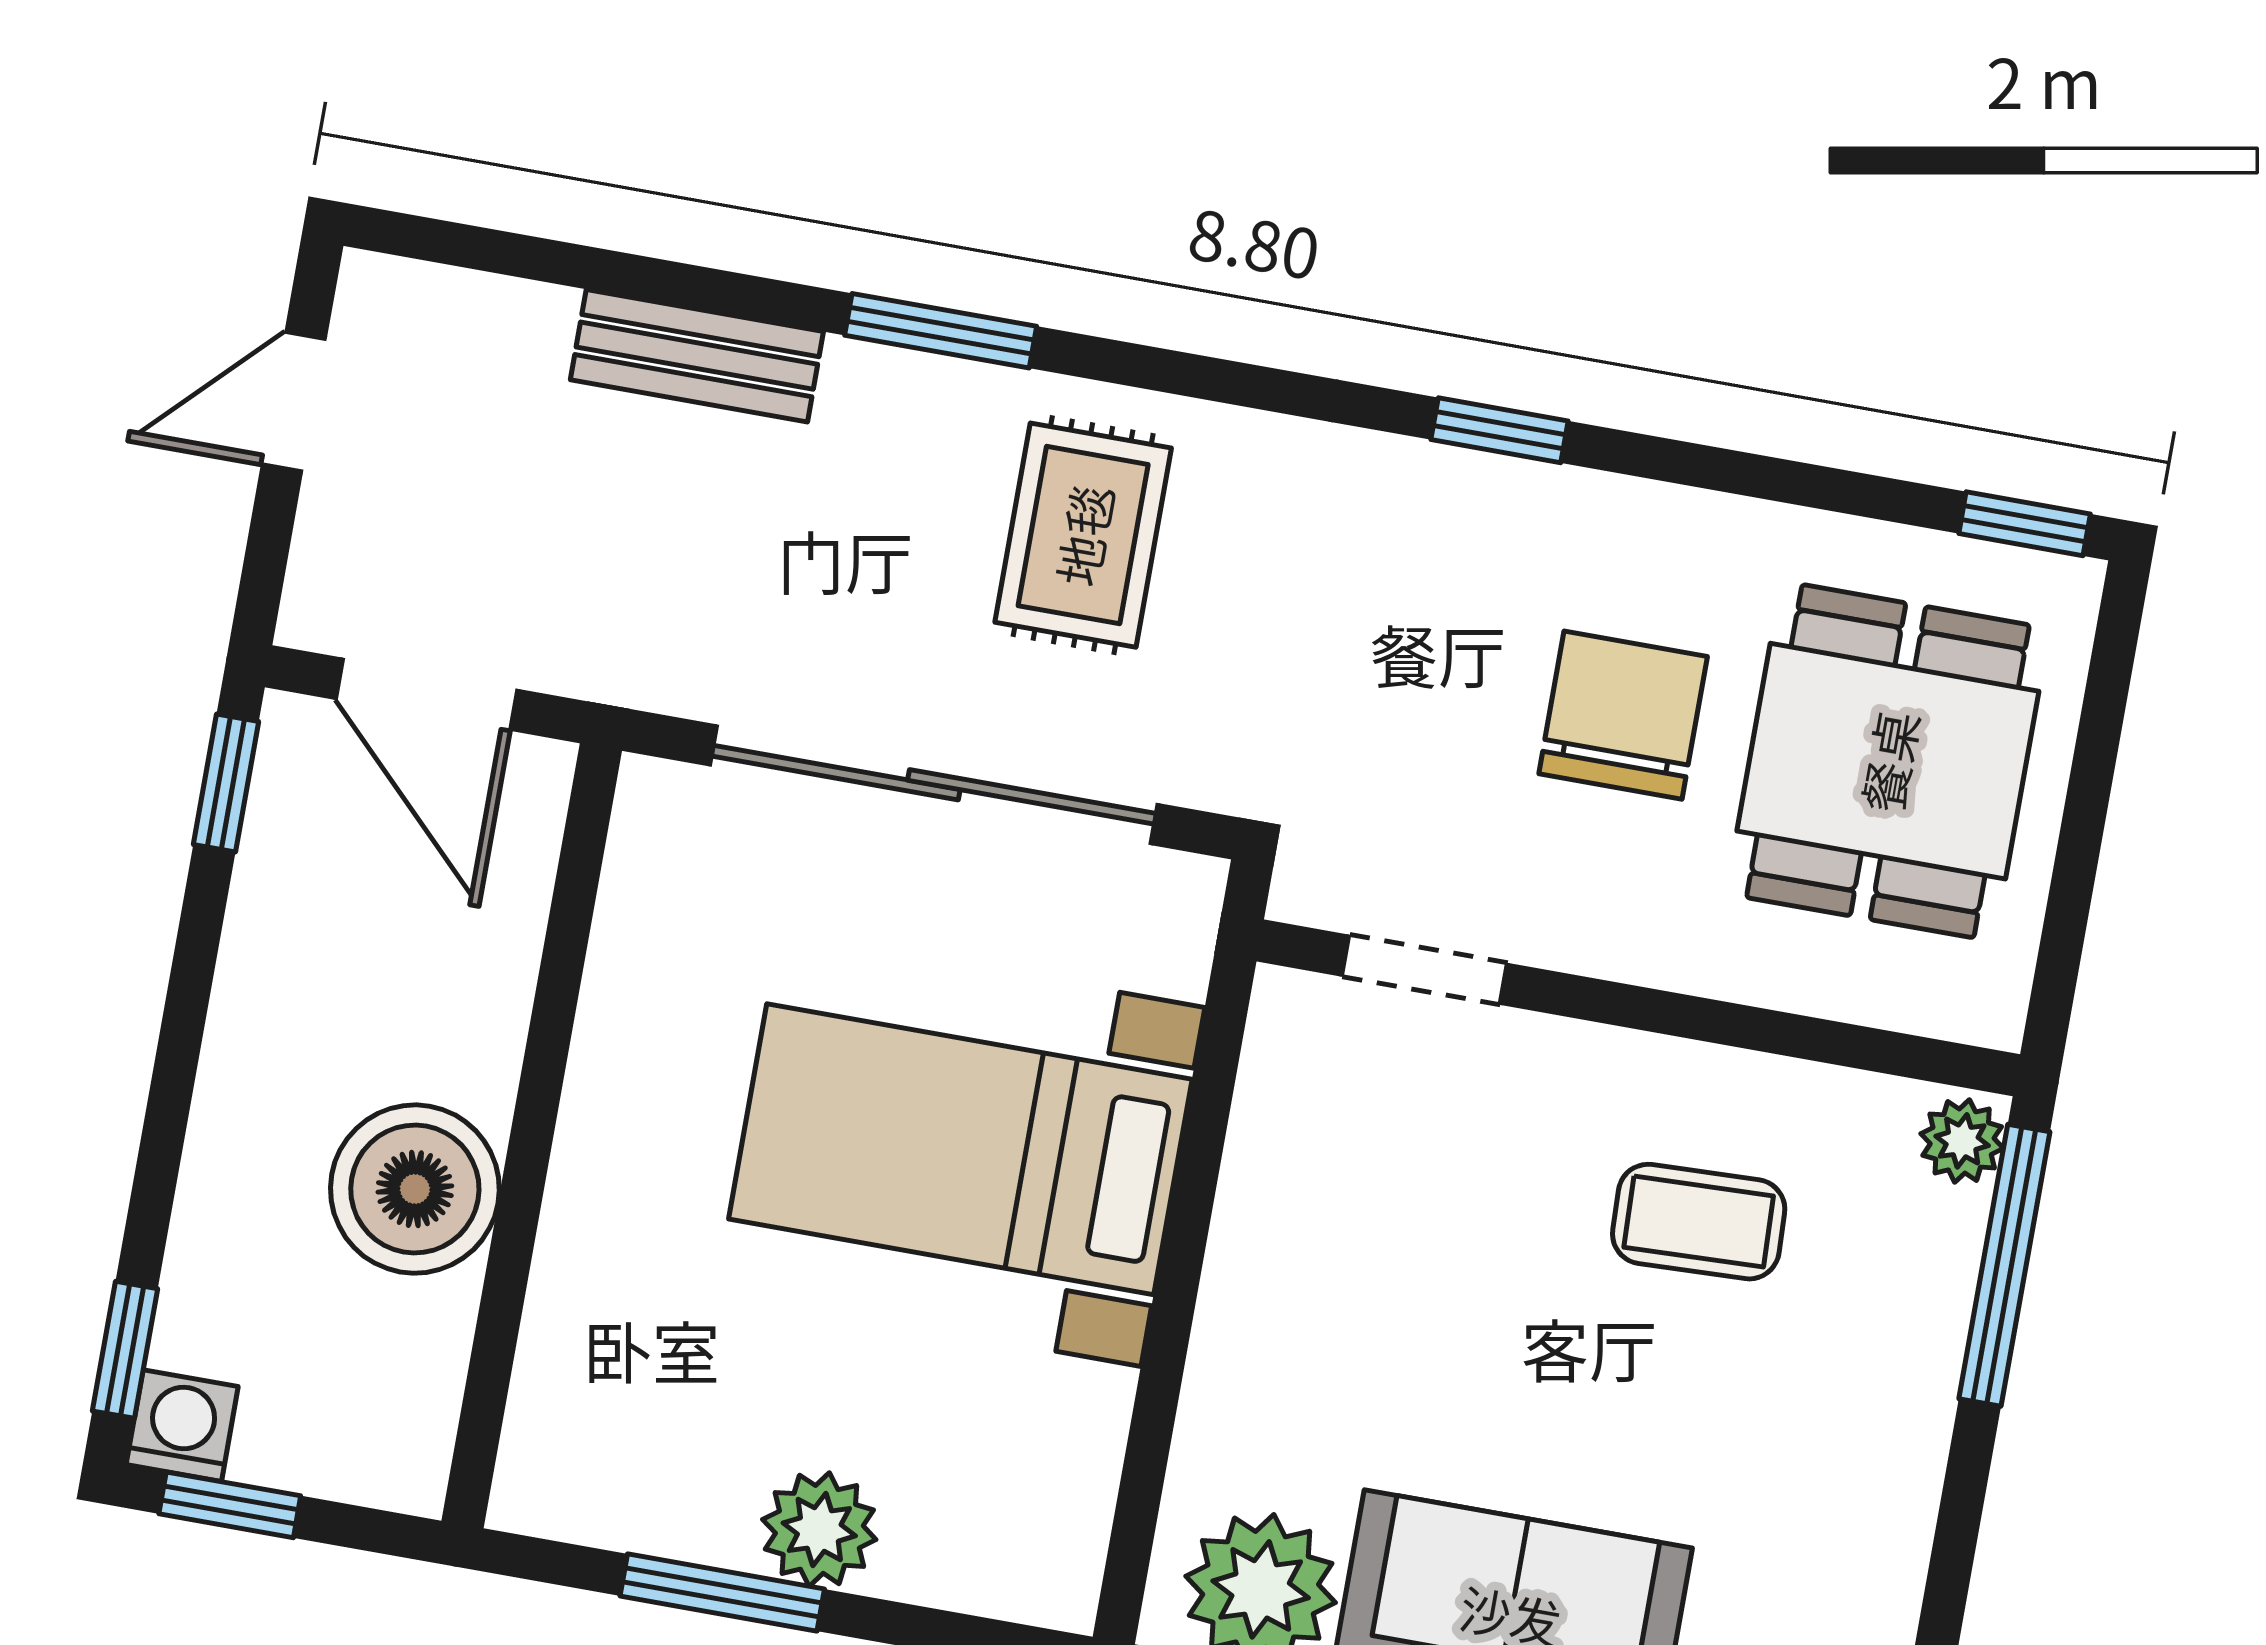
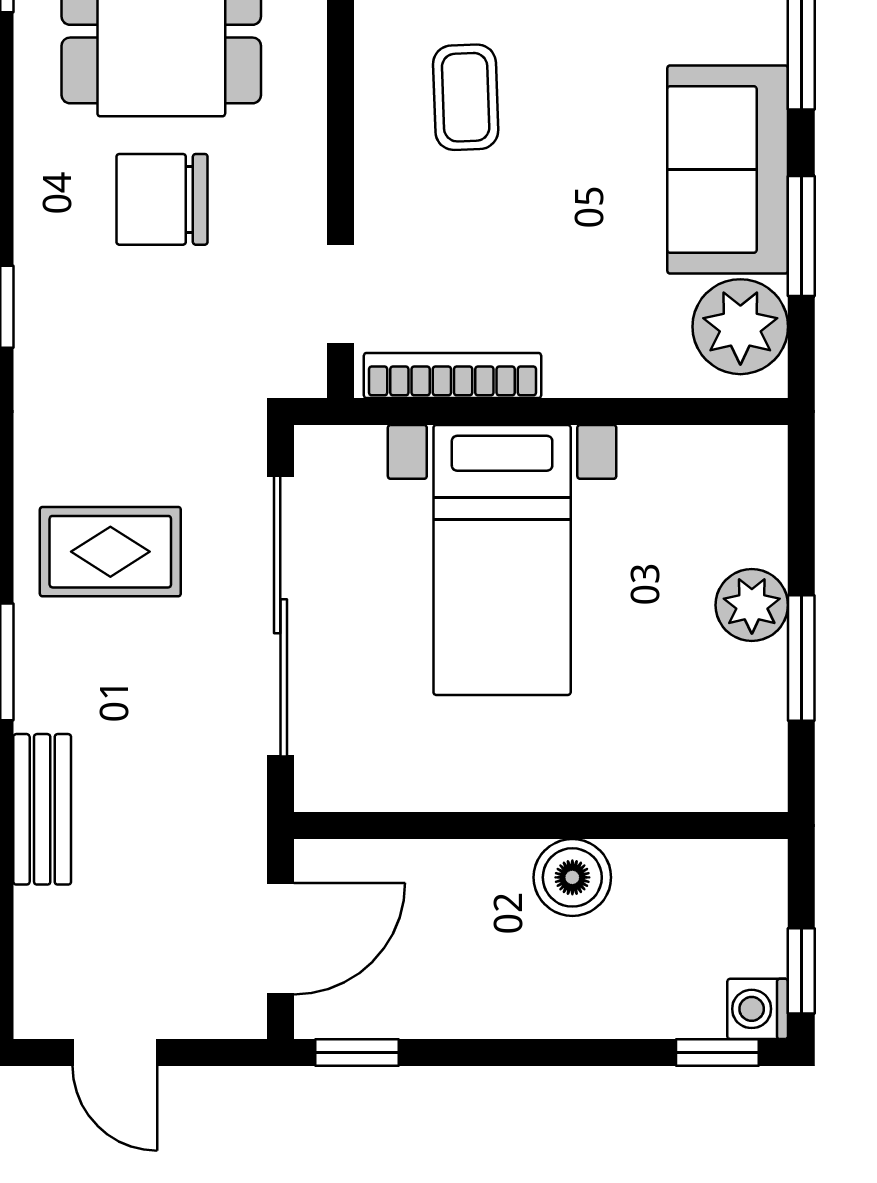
bookcase: (1264, 1123) -> (452, 376), added
boiler: (415, 1189) -> (572, 877), width x0.73, depth x0.73

